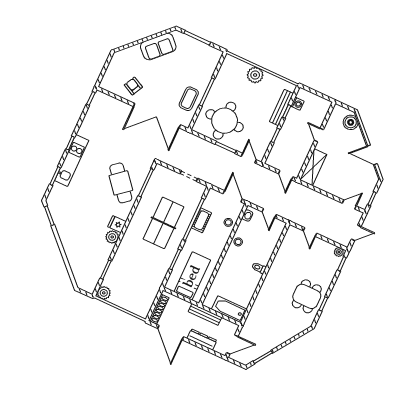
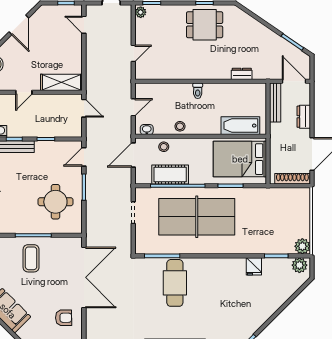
armchair: (133, 86) -> (64, 318), turned -118
coffee table: (189, 99) -> (31, 258), moved, turned 90
round table: (225, 121) -> (55, 202), width x0.73, depth x0.73
door: (286, 175) -> (84, 108), hinge flipped
cafe table: (121, 183) -> (175, 283), turned -50
cot: (201, 220) -> (170, 174), width x1.37, depth x1.34
table tennis table: (163, 223) -> (197, 217), width x1.36, depth x1.32
fridge: (117, 224) -> (254, 266), moved
plant: (112, 237) -> (299, 265), moved
bed: (192, 276) -> (240, 159), width x1.50
dresser: (256, 307) -> (242, 74), added
bathtub: (229, 309) -> (240, 126), moved, turned 90
bench: (205, 314) -> (275, 103), moved
dresser: (202, 339) -> (304, 117), width x0.70

